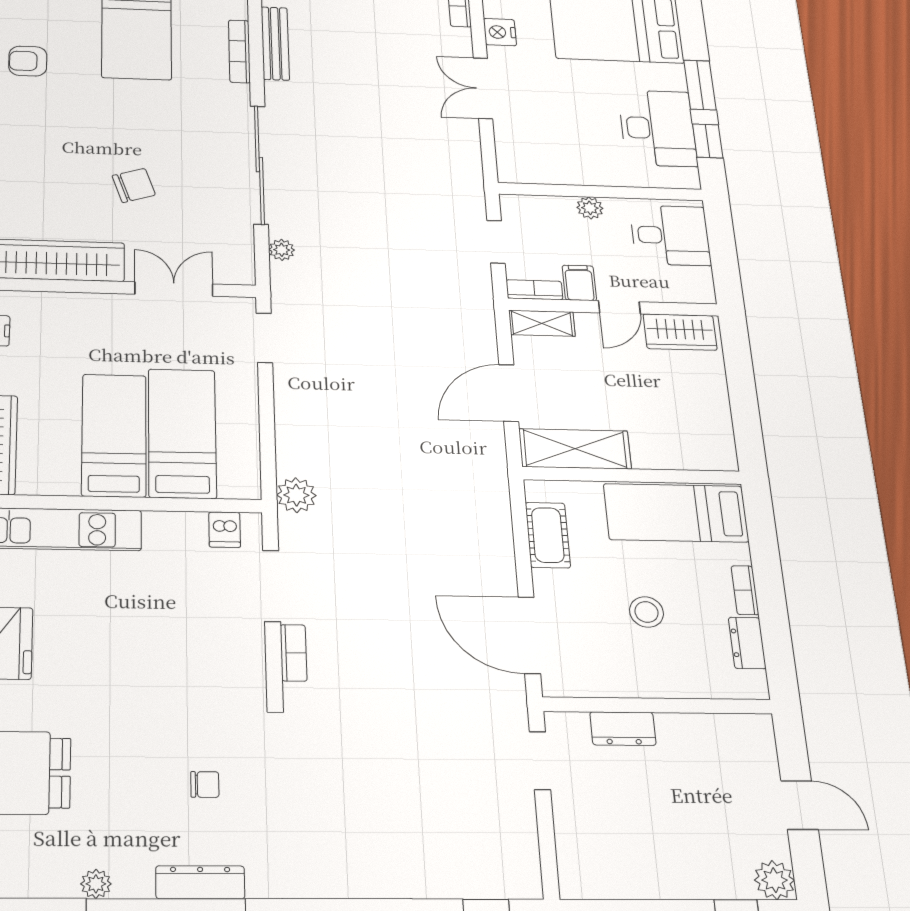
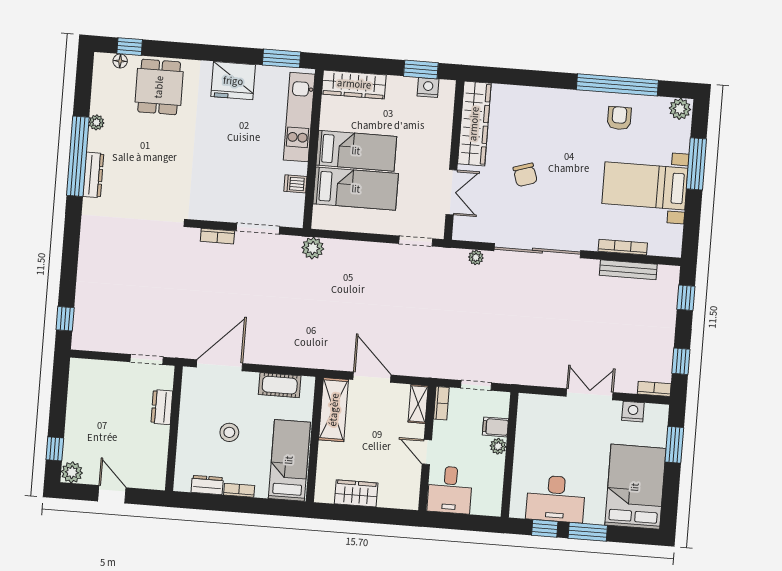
desk: (670, 235) -> (450, 490), moved
filing cabinet: (579, 283) -> (495, 427), moved, turned 180
wardrobe: (680, 332) -> (356, 493), moved, turned 90
dishwasher: (225, 530) -> (295, 184), moved
chair: (205, 784) -> (146, 182), removed
door: (799, 805) -> (112, 494), swing flipped

